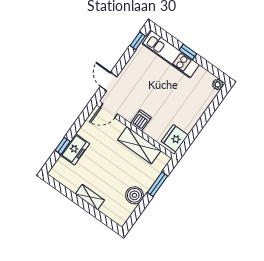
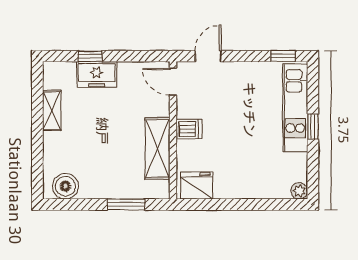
boiler: (134, 195) -> (65, 186), moved
shelving: (90, 197) -> (52, 111), moved

